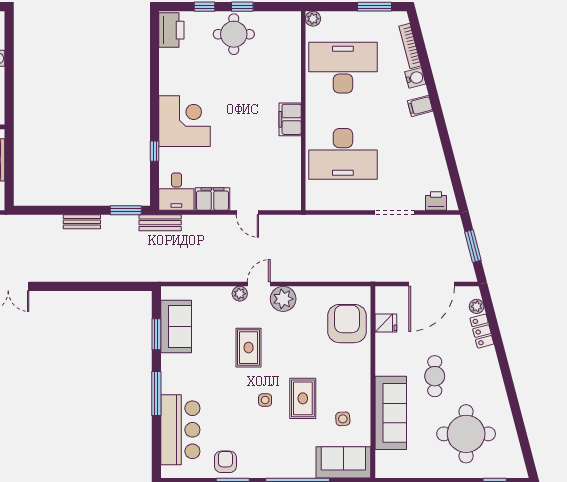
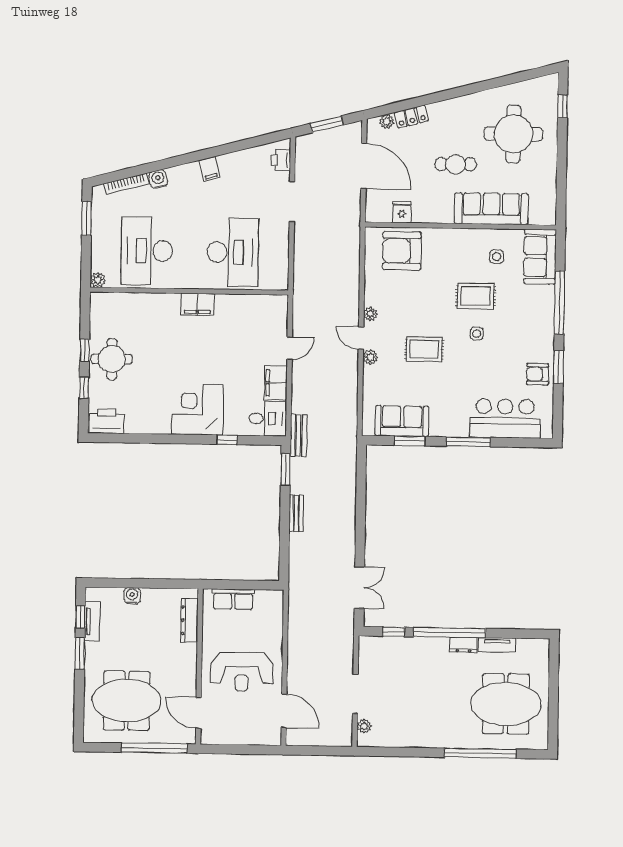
filing cabinet: (420, 106) -> (209, 169), moved
plant: (283, 299) -> (370, 314), width x0.53, depth x0.53

